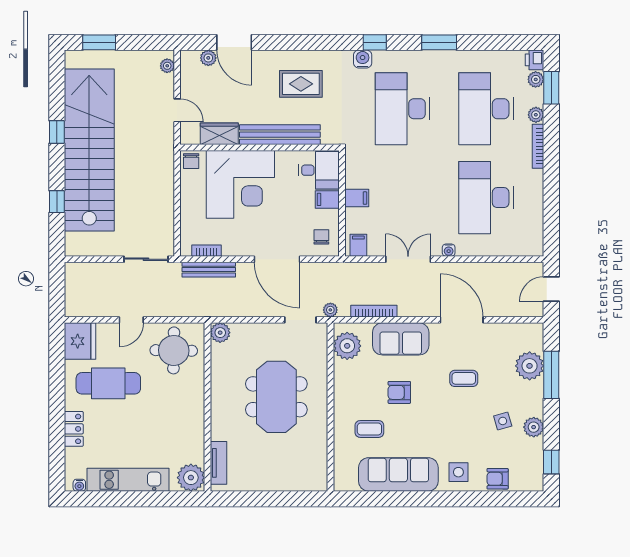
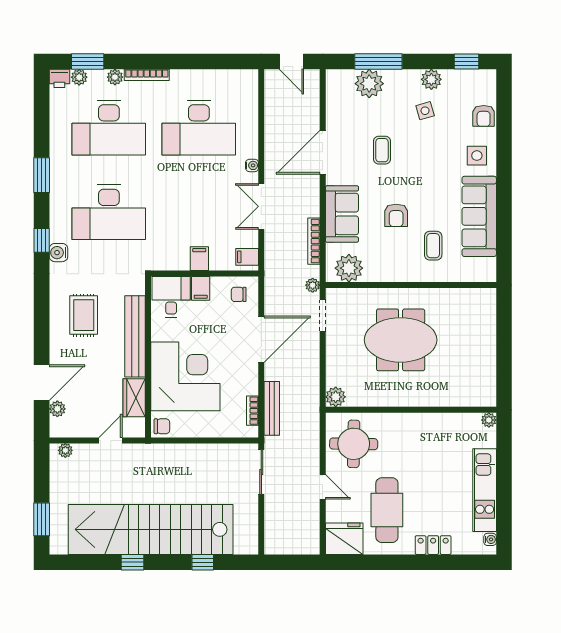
tv unit: (218, 463) -> (467, 399), removed
plant: (191, 478) -> (489, 420), width x0.53, depth x0.53

